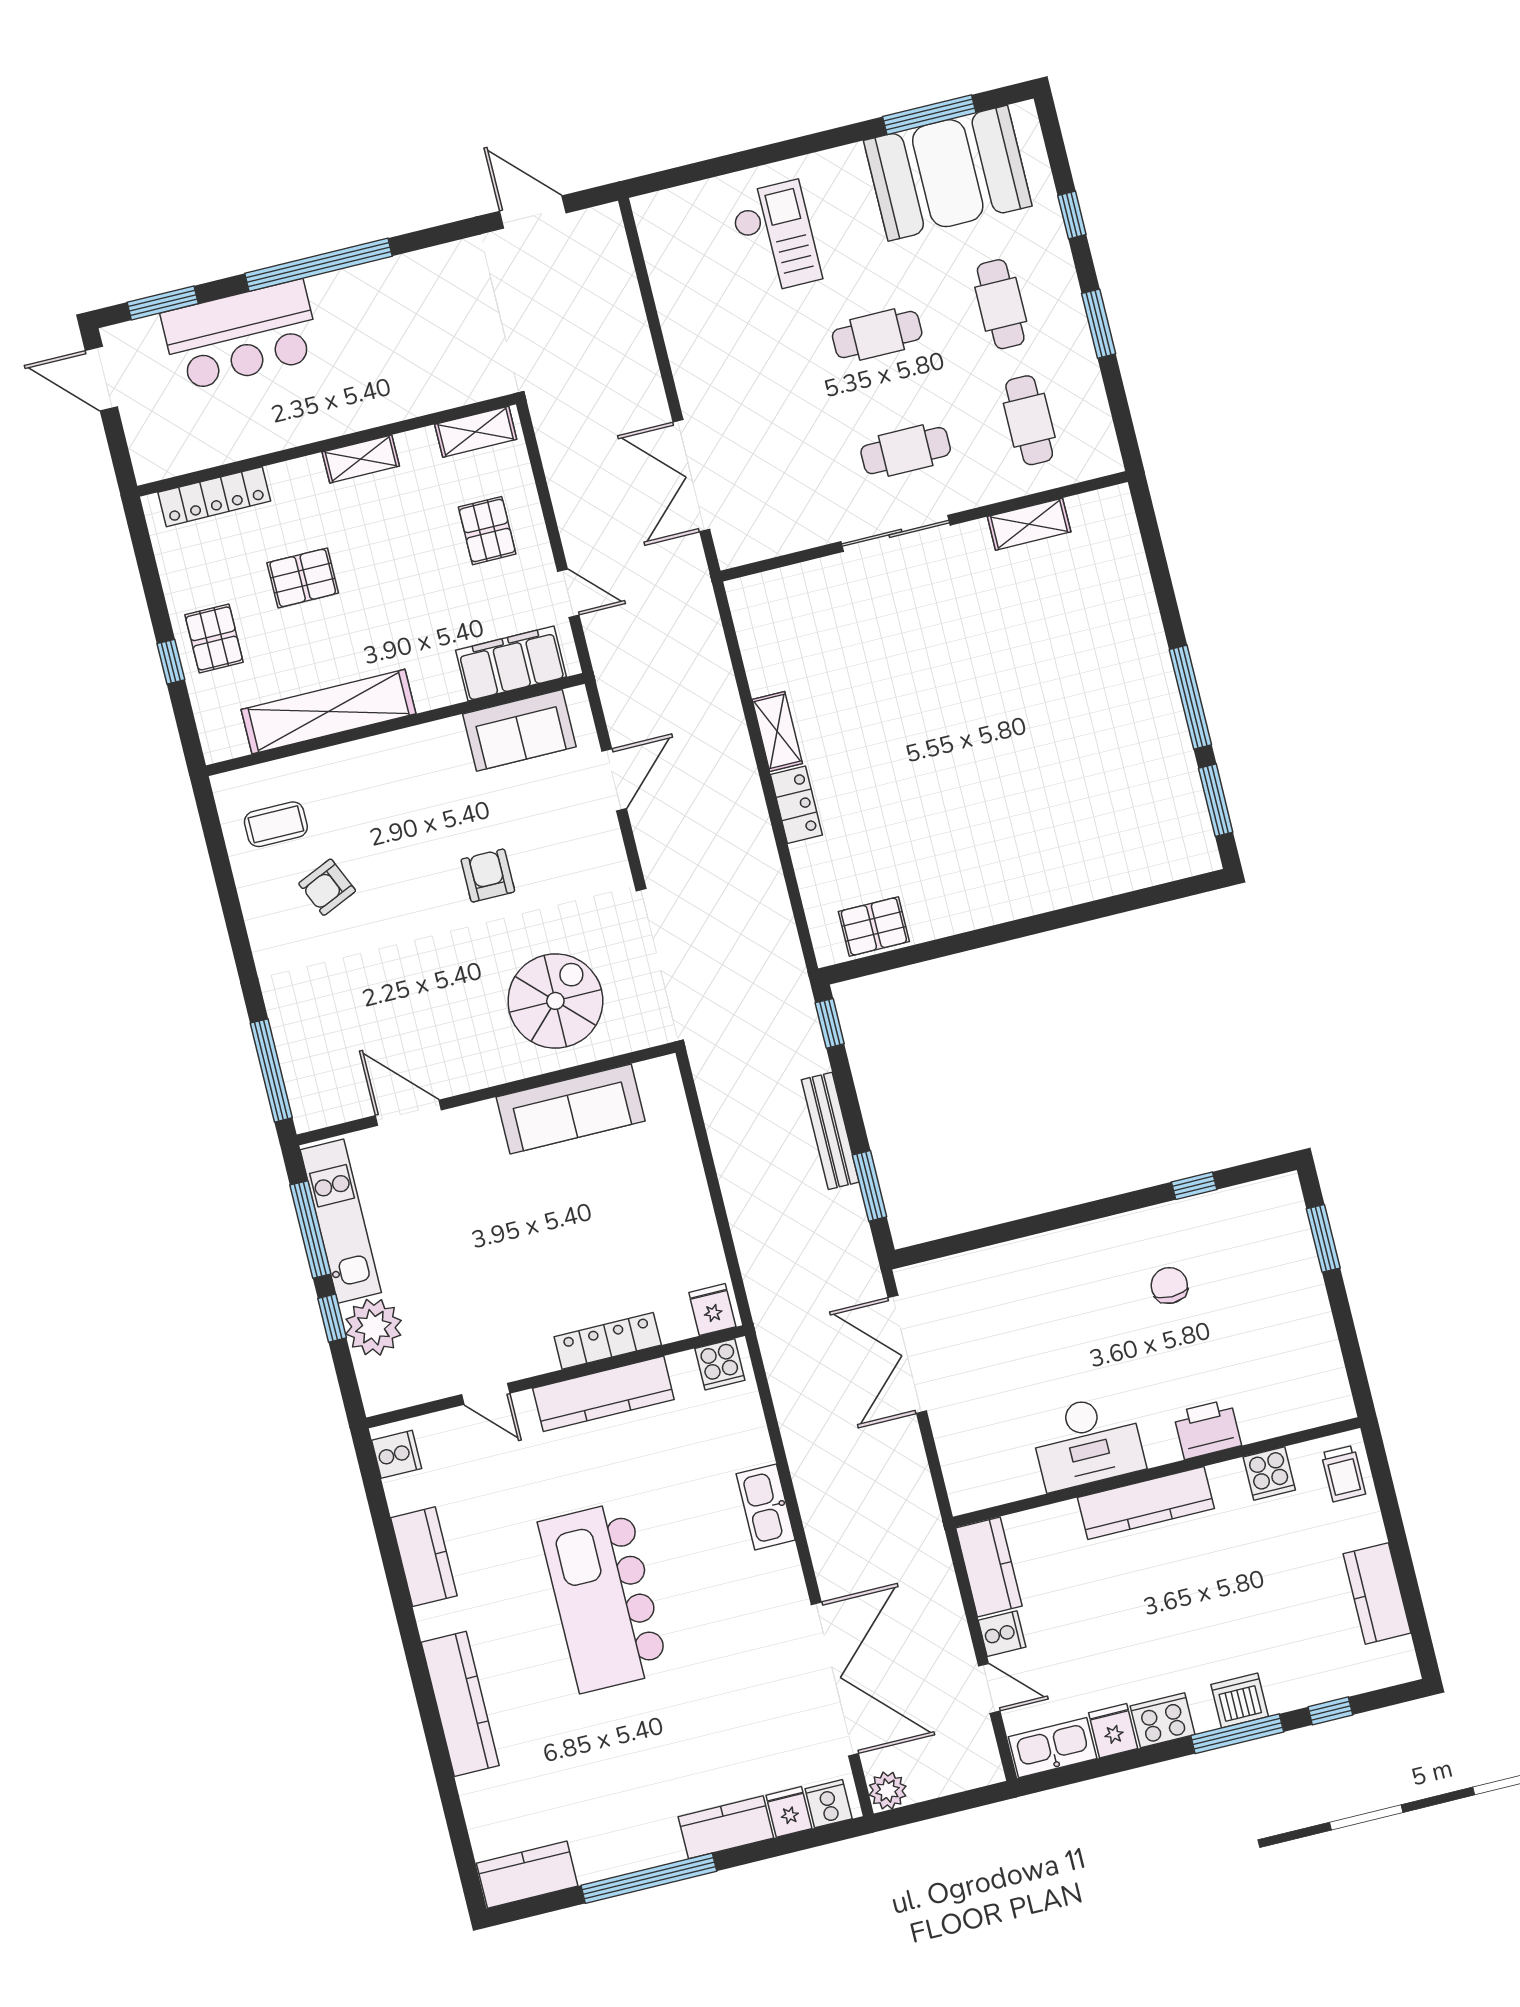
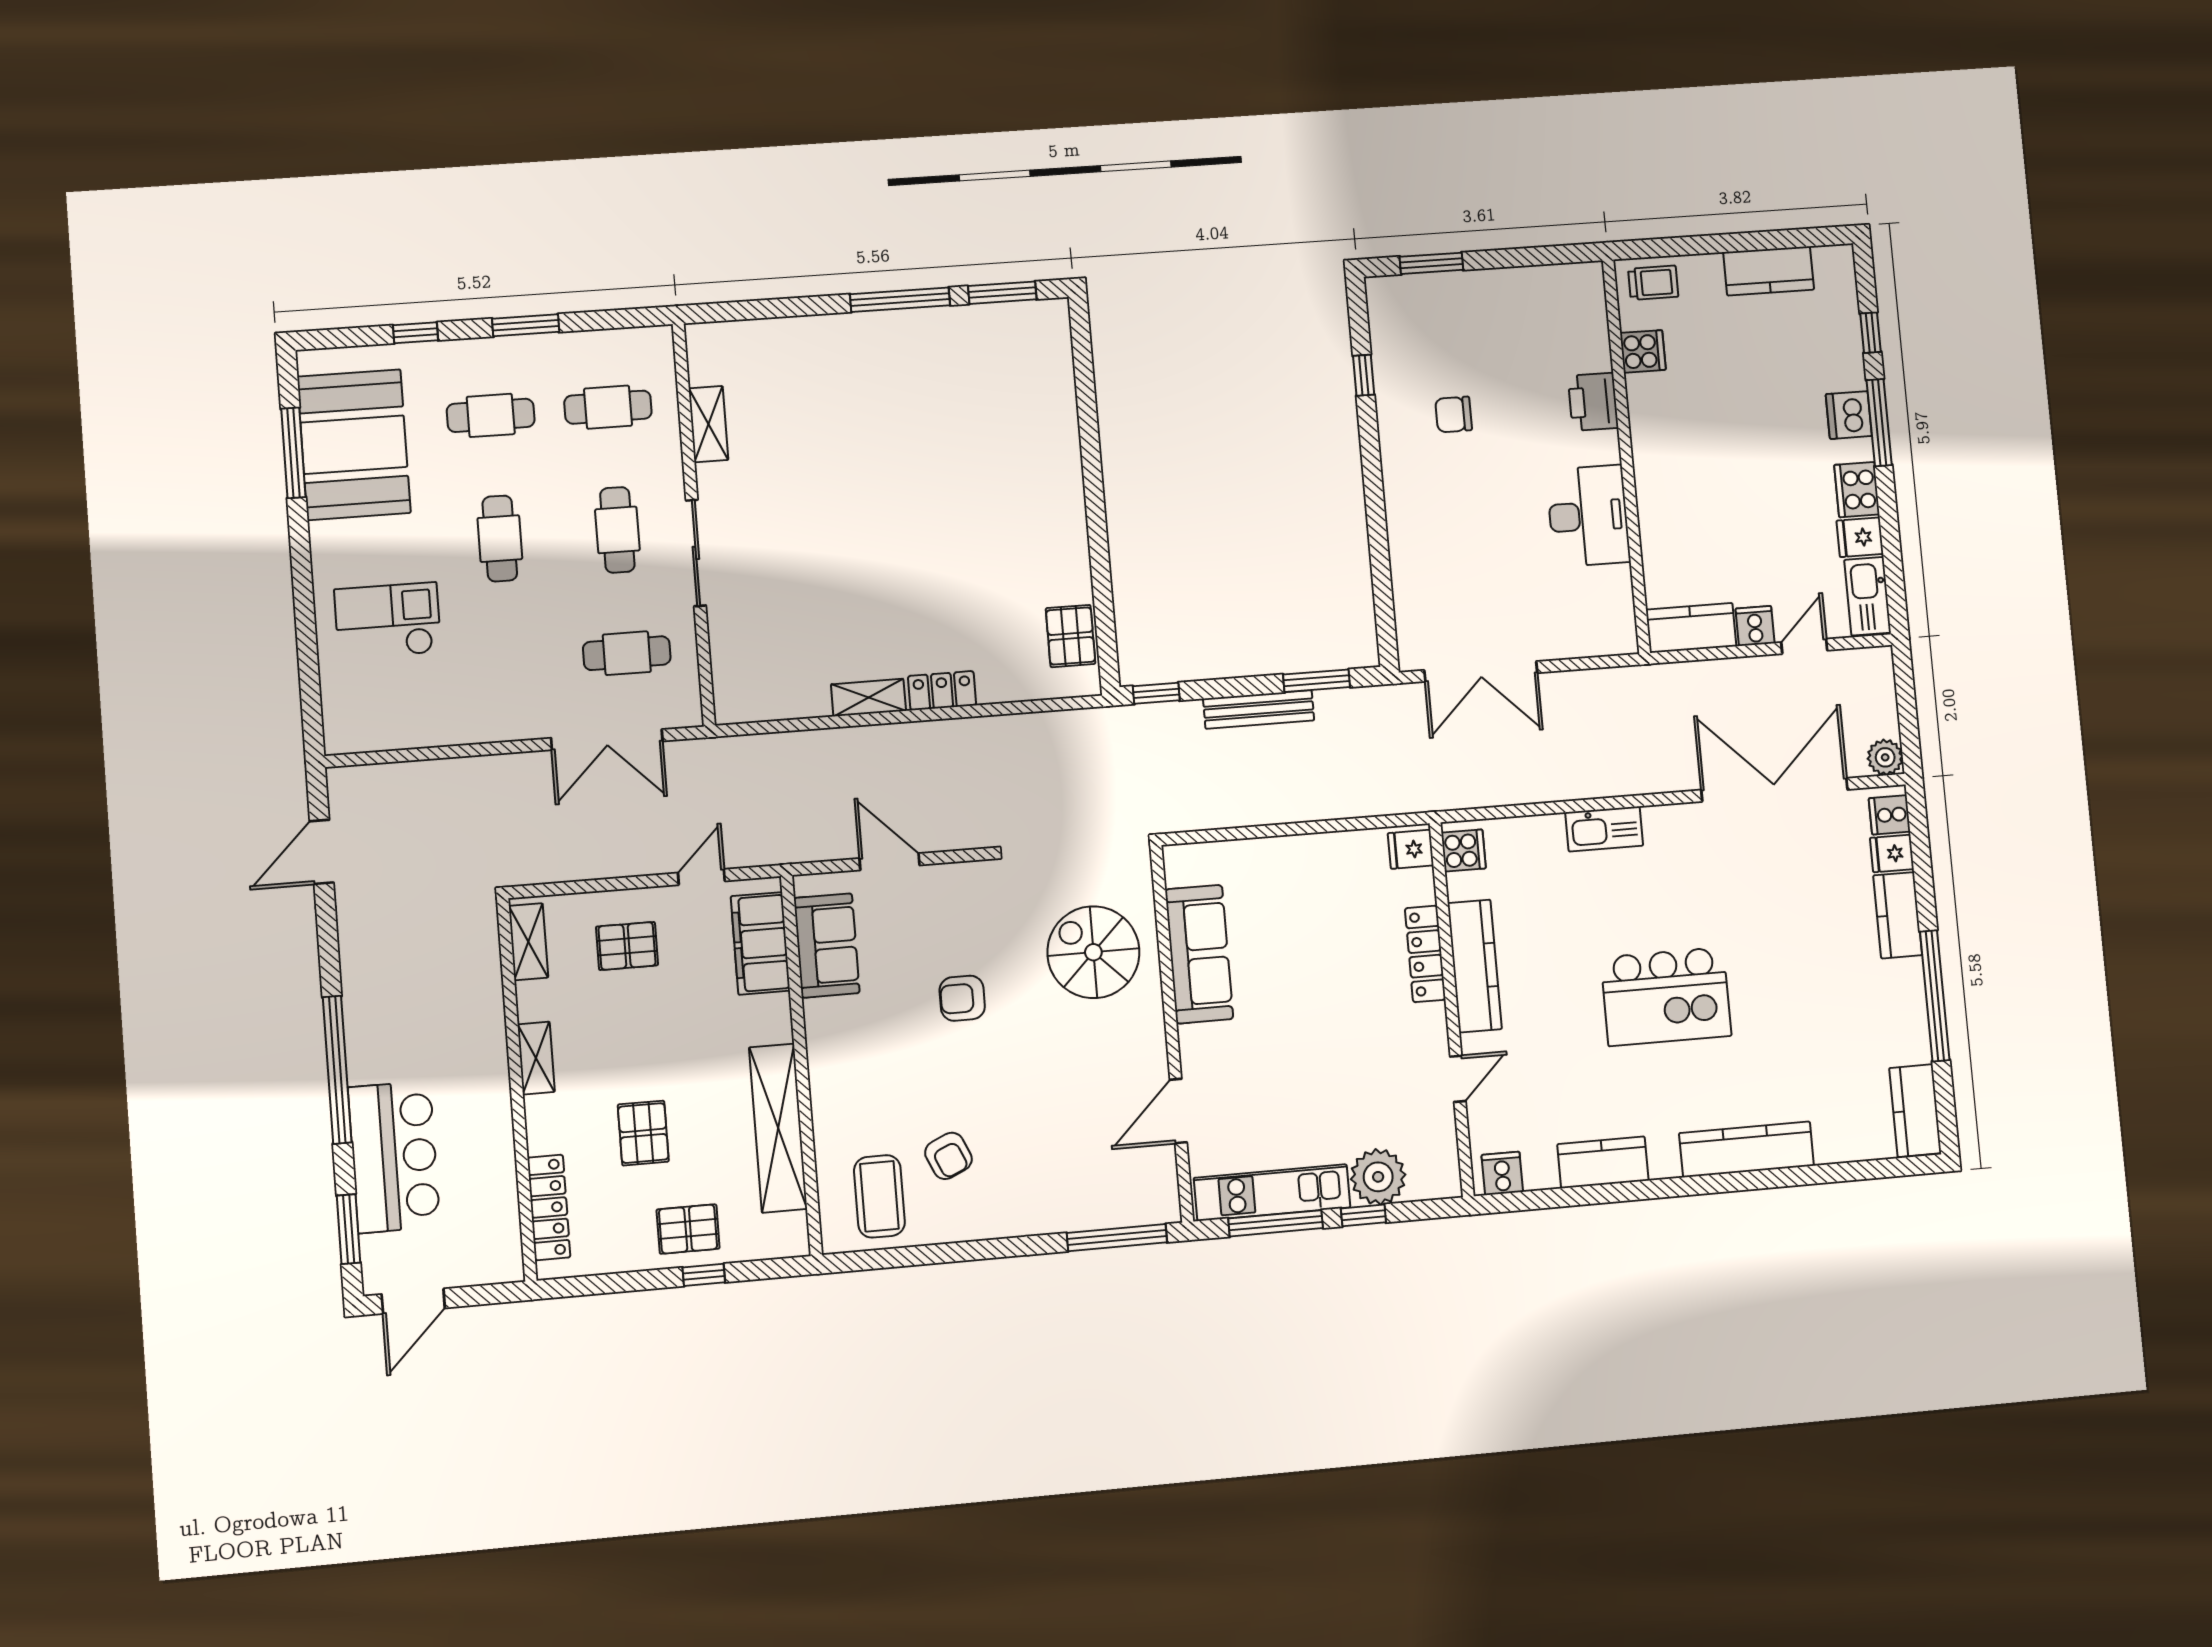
cafe table: (782, 481) -> (627, 653), added
coffee table: (276, 824) -> (879, 1196), width x1.36, depth x1.30
kitchen counter: (1146, 1503) -> (1653, 471), removed
kitchen island: (604, 1597) -> (1666, 997), width x0.73

